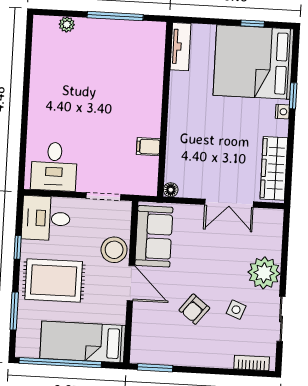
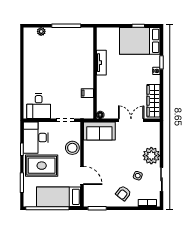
tv unit: (180, 47) -> (101, 63), moved
bed: (253, 62) -> (140, 41), width x0.73
double door: (229, 203) -> (131, 120), swing flipped
desk: (46, 218) -> (36, 138), width x1.37
sofa: (154, 236) -> (99, 131), moved, turned 90
door: (131, 283) -> (82, 175), moved
armchair: (194, 309) -> (123, 193), moved

